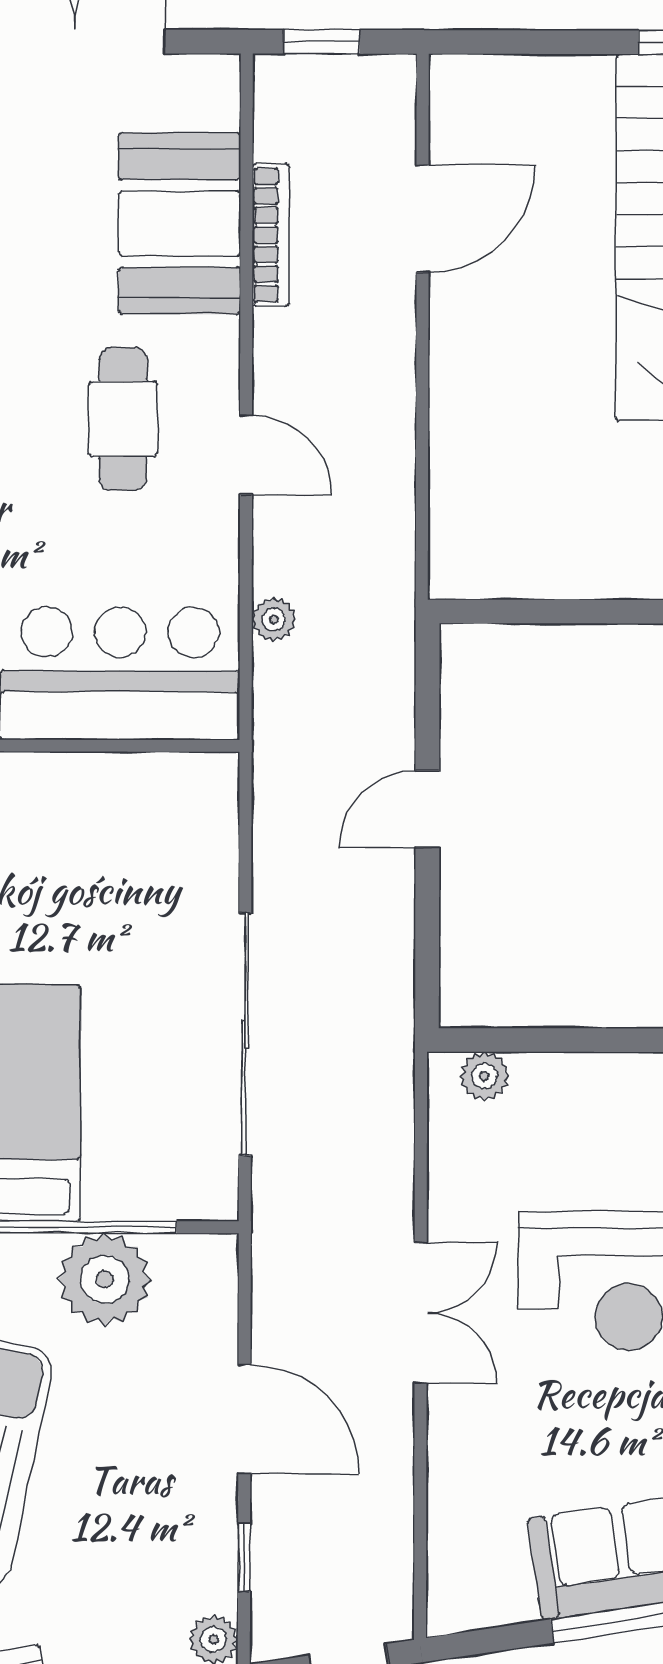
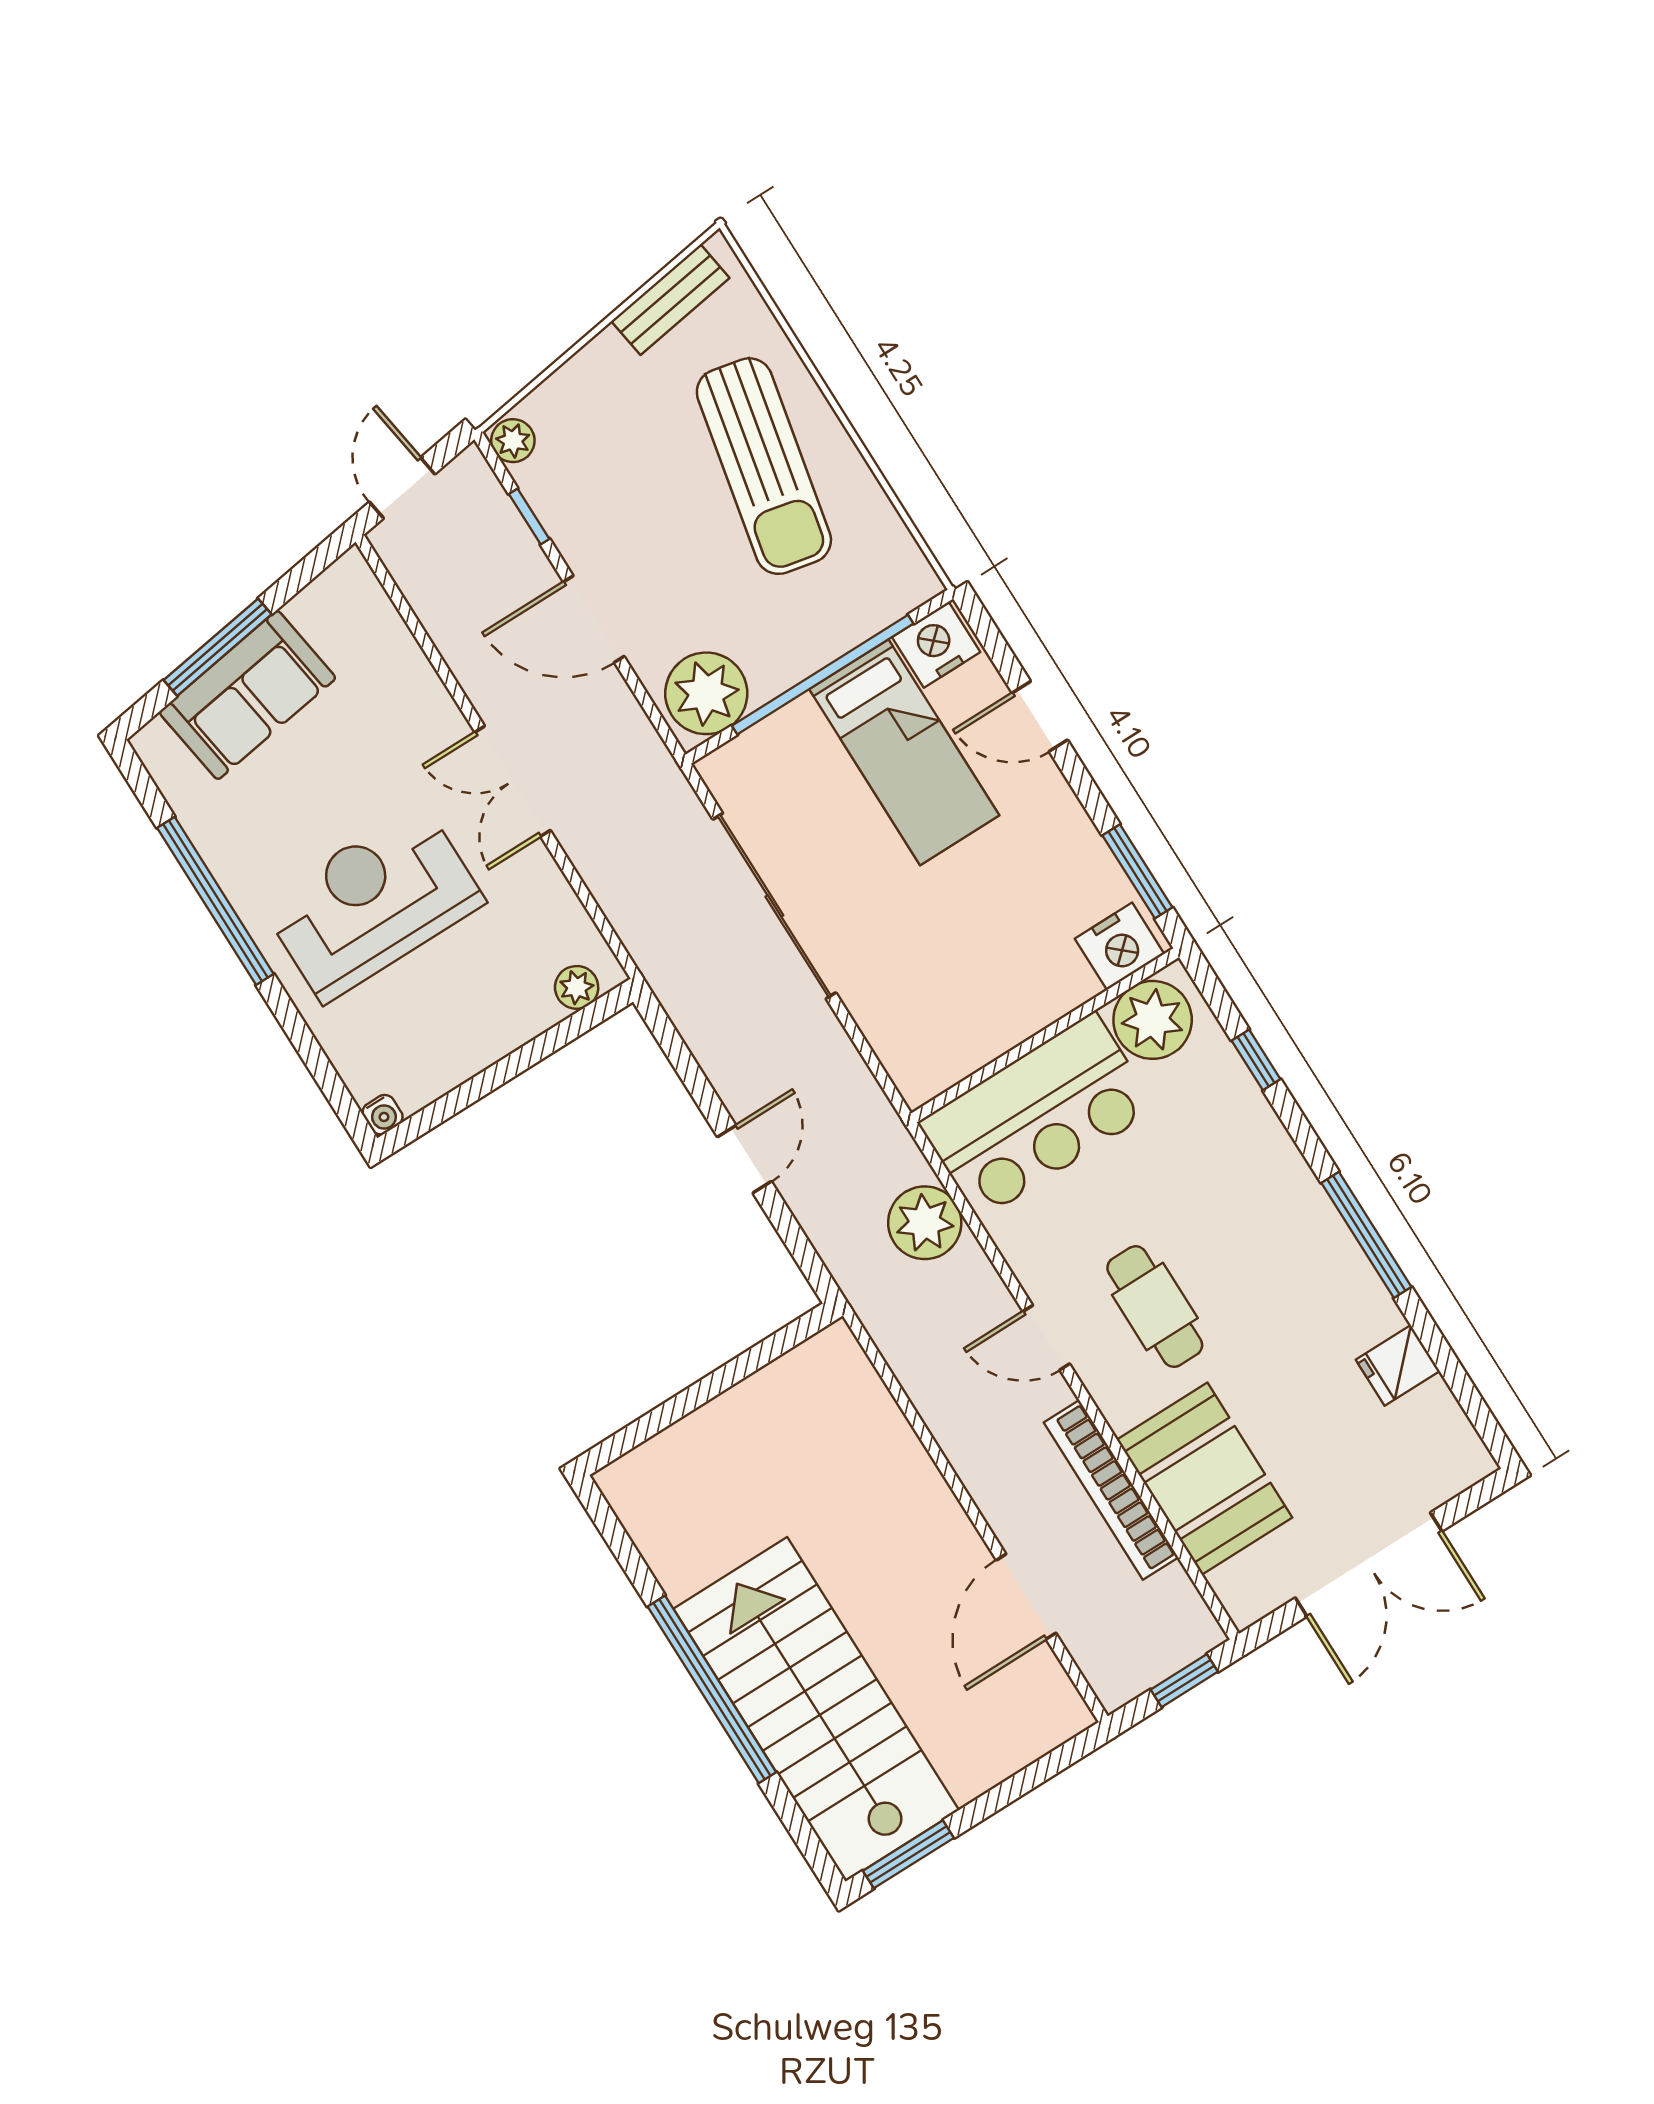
bookcase: (271, 235) -> (1111, 1490), width x1.48, depth x1.31
plant: (274, 619) -> (925, 1223), width x1.87, depth x1.87
plant: (105, 1279) -> (706, 693), moved

